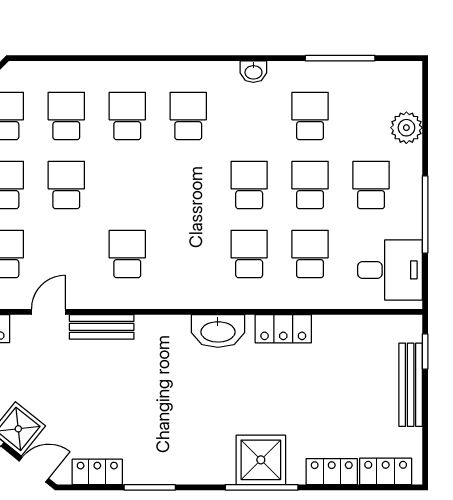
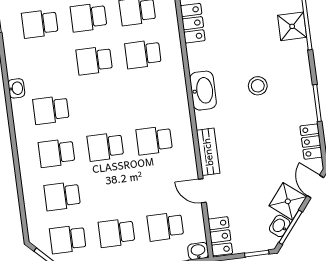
washbasin: (253, 72) -> (16, 88), moved
school desk: (66, 185) -> (105, 147), moved
washbasin: (218, 331) -> (203, 91), moved
stool: (184, 408) -> (258, 86), added
shower: (261, 460) -> (292, 26), width x0.73, depth x0.73

